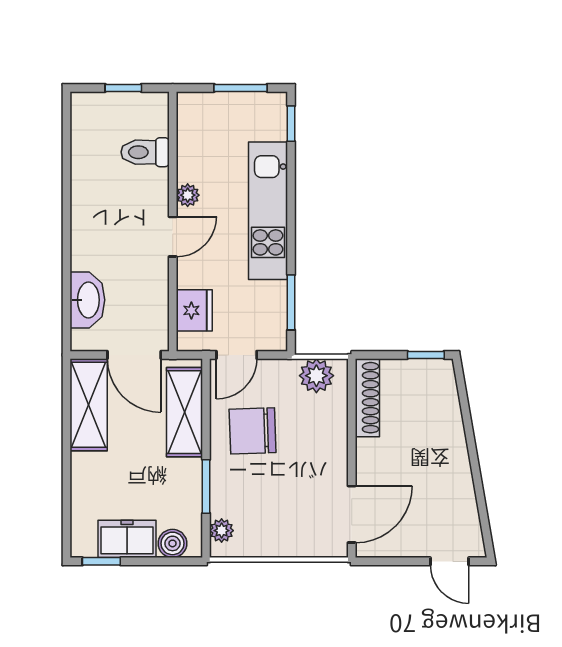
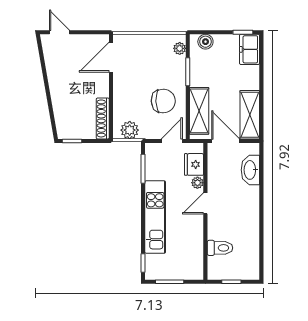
plant: (188, 195) -> (197, 183), moved
freezer: (127, 539) -> (250, 49), moved, turned 90

